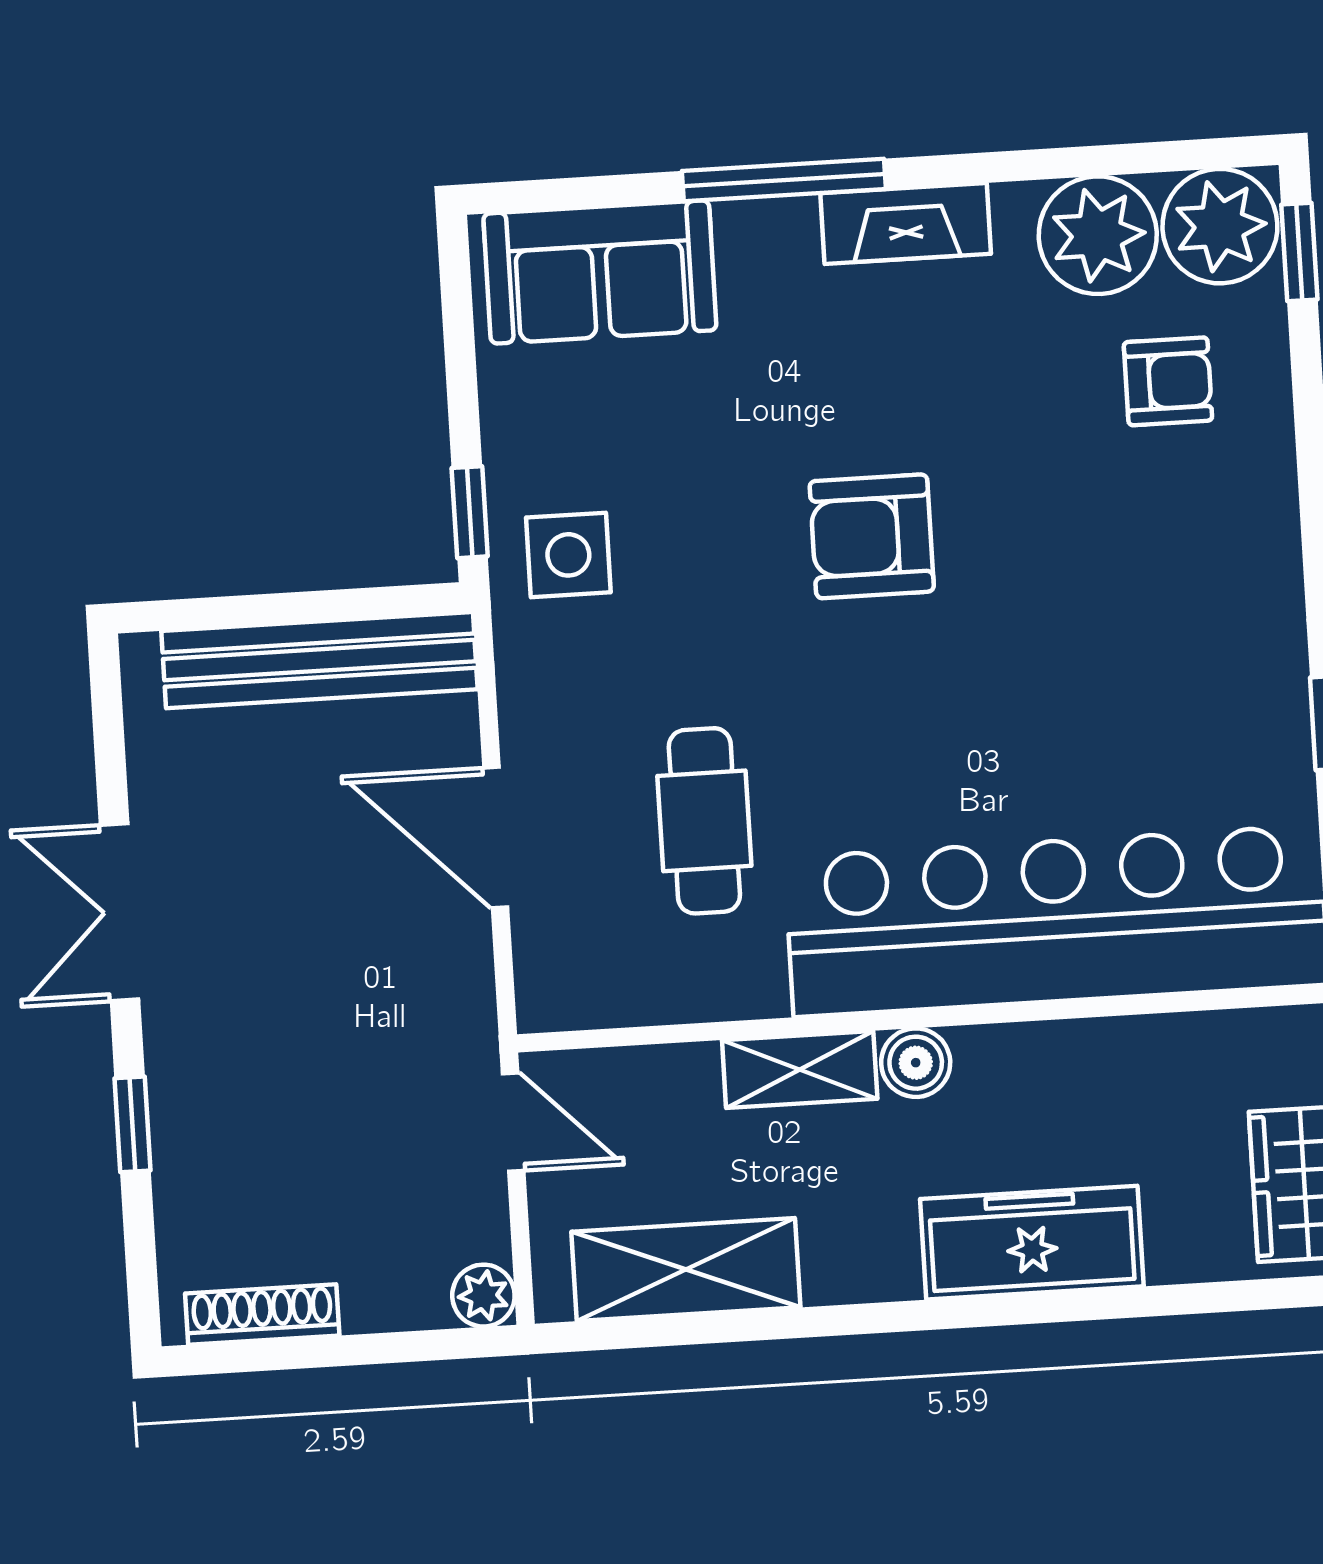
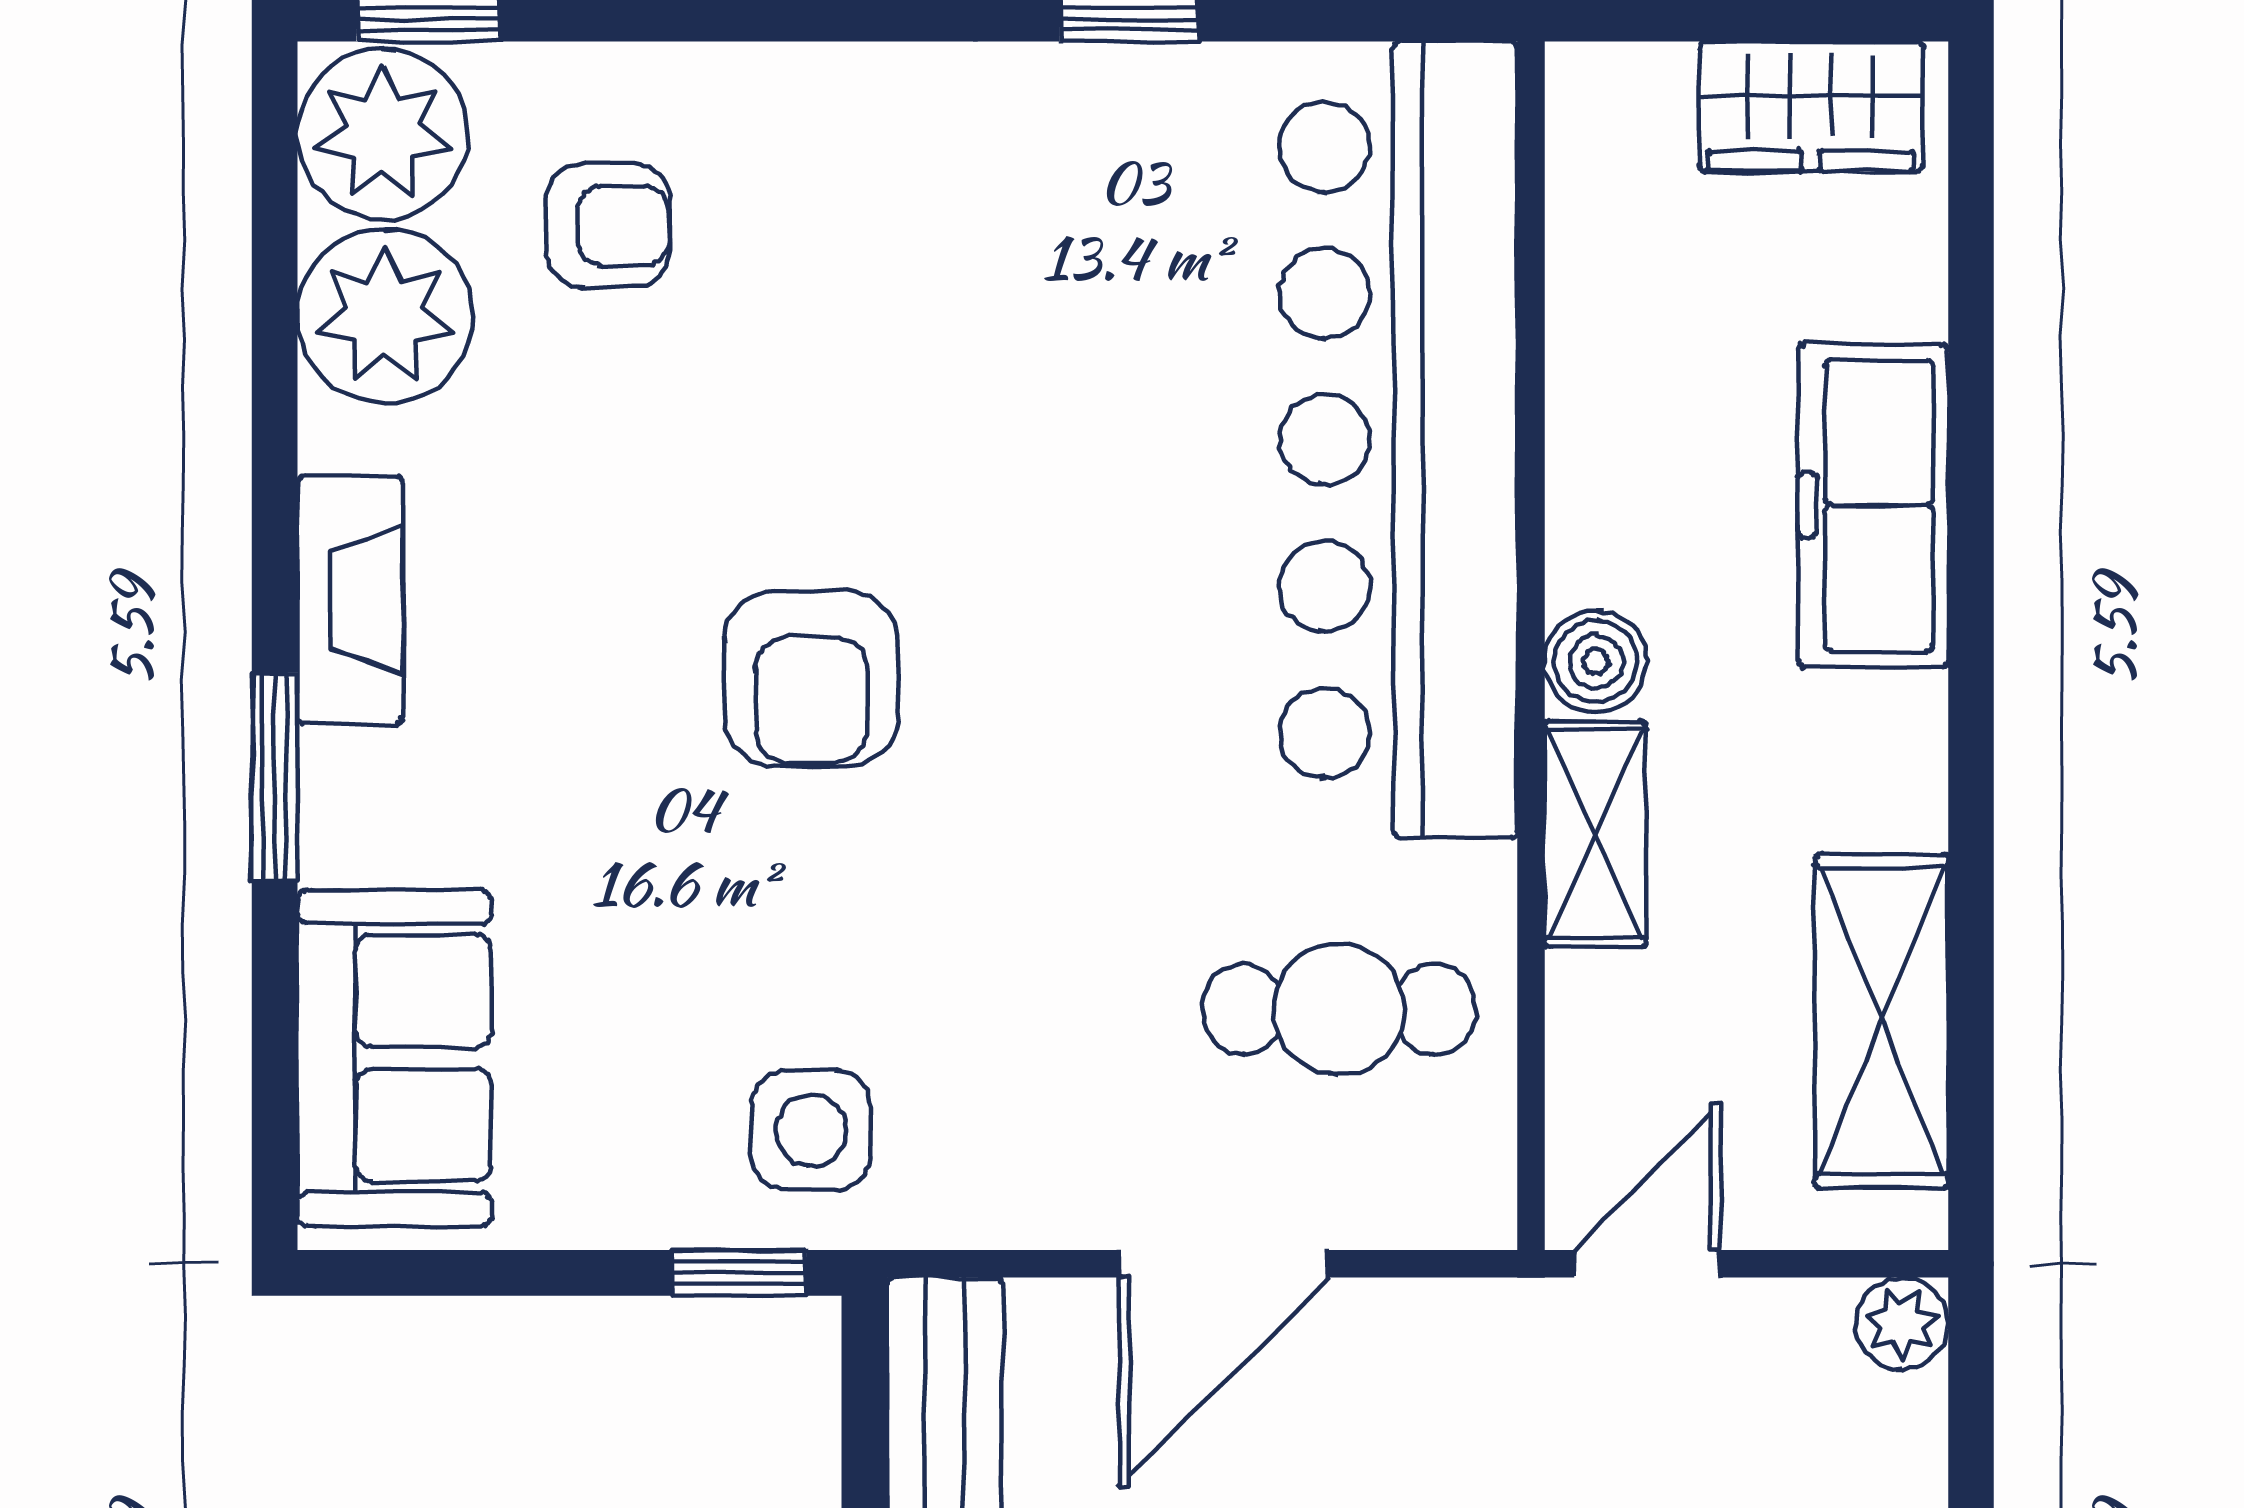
window: (784, 180) -> (275, 777), width x0.69
armchair: (1168, 381) -> (608, 225), turned 90
cafe table: (704, 821) -> (1339, 1009), moved

